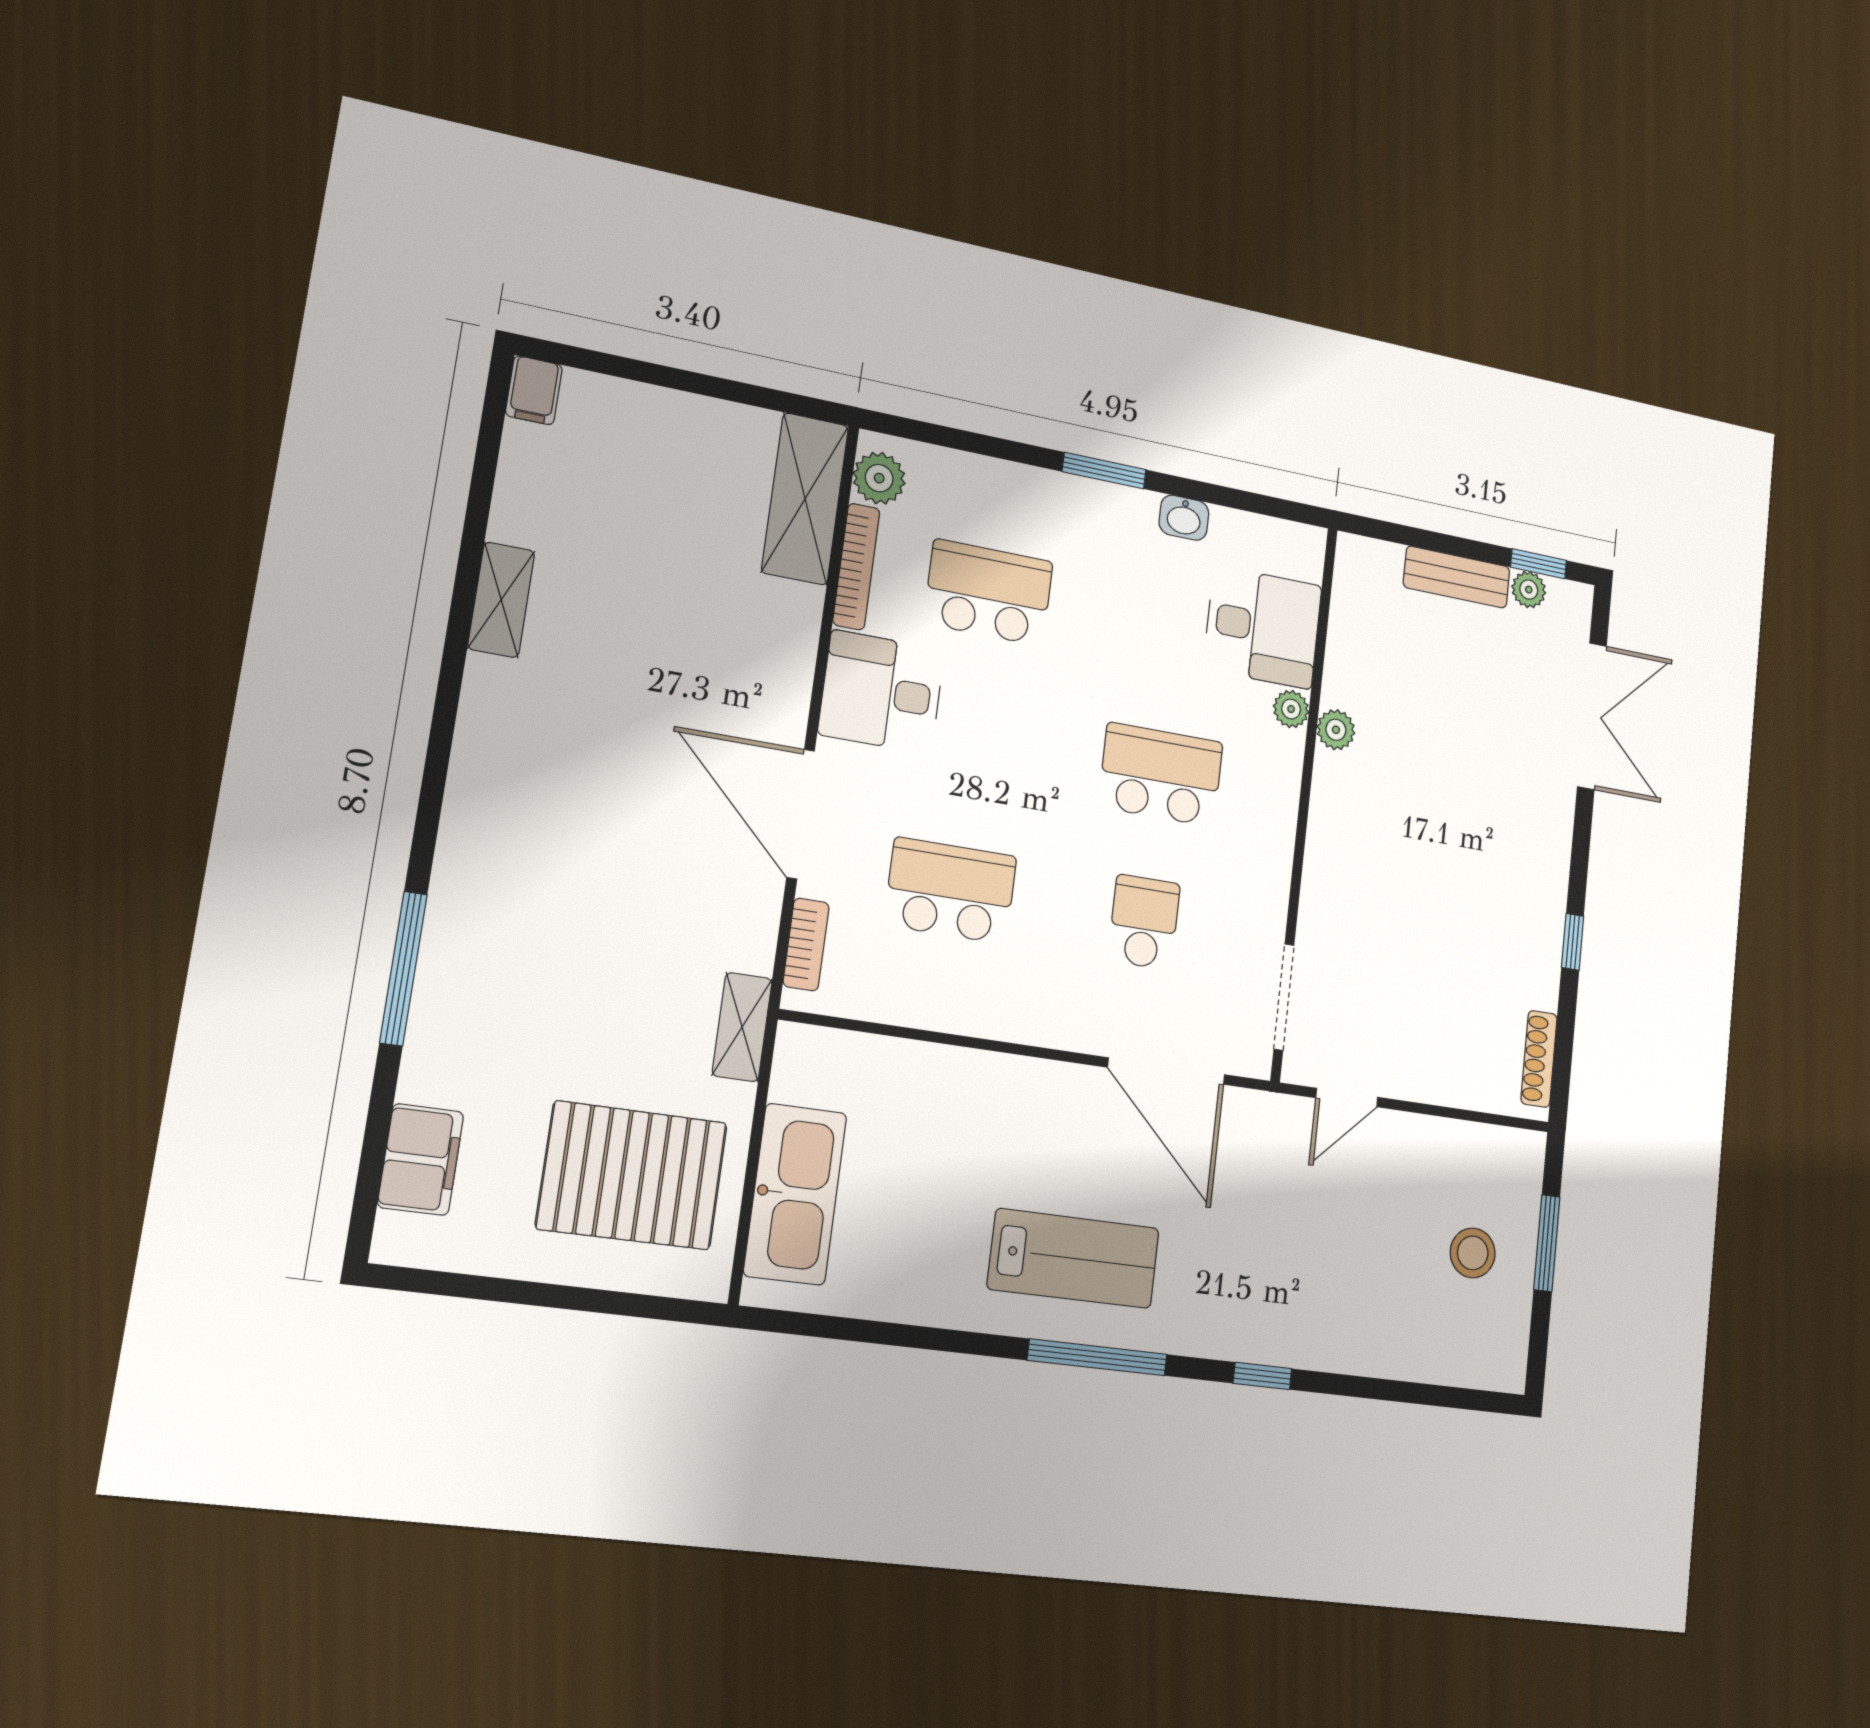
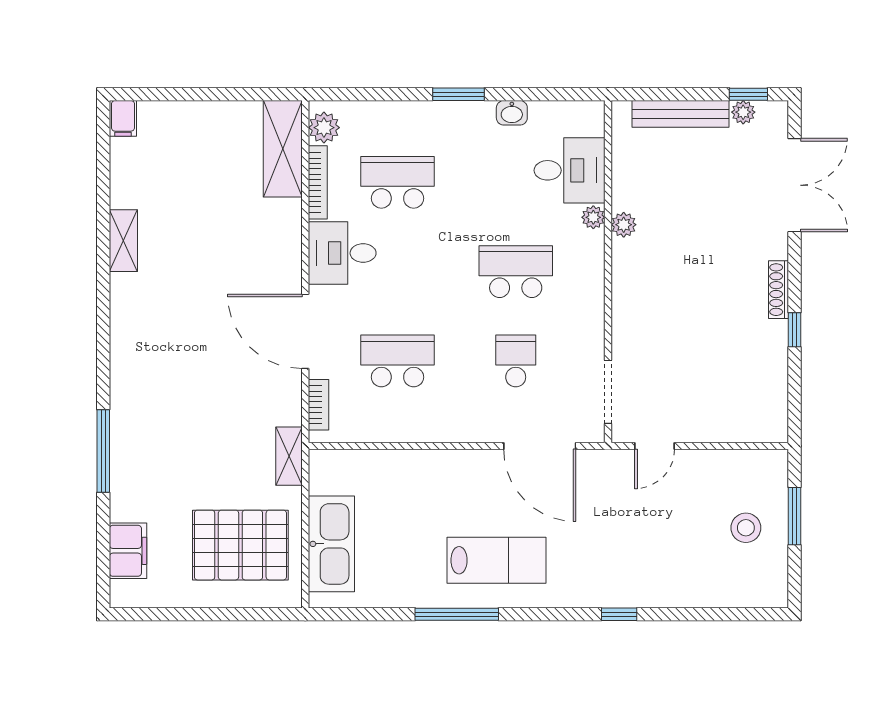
bench: (1457, 577) -> (681, 114), width x1.36
shoe rack: (1539, 1059) -> (779, 290), moved
window: (1097, 1357) -> (457, 614), moved

